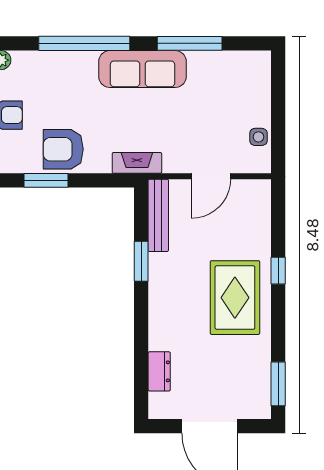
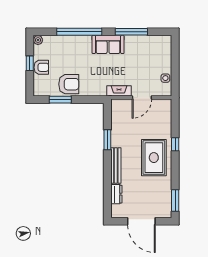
sofa: (142, 69) -> (108, 44), width x0.73
armchair: (63, 149) -> (69, 84), turned 180
fireplace: (137, 163) -> (119, 91), moved
bench: (158, 215) -> (116, 166), moved

